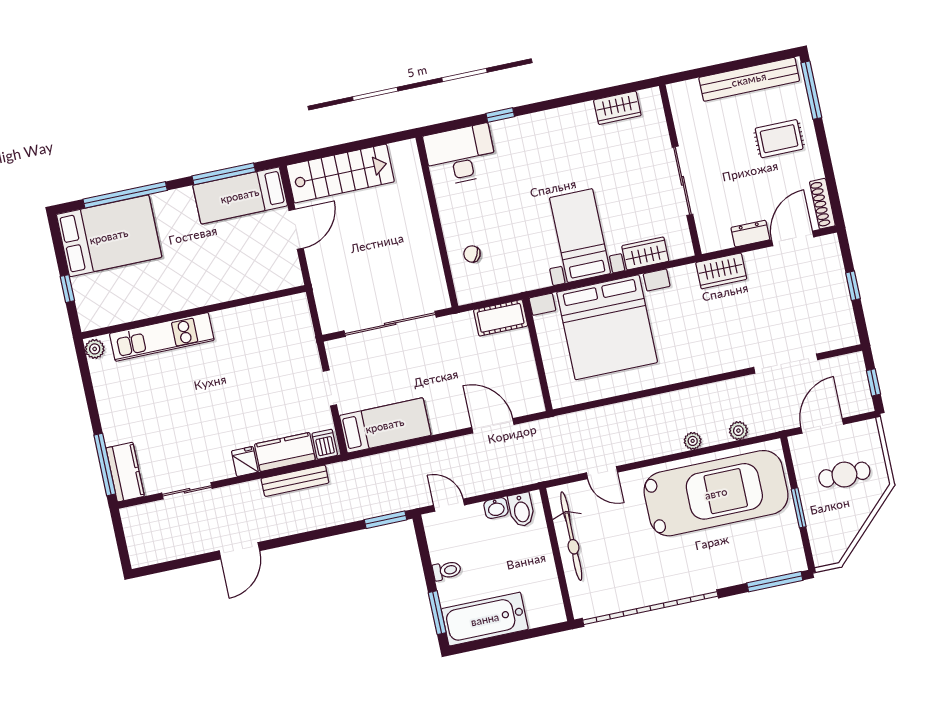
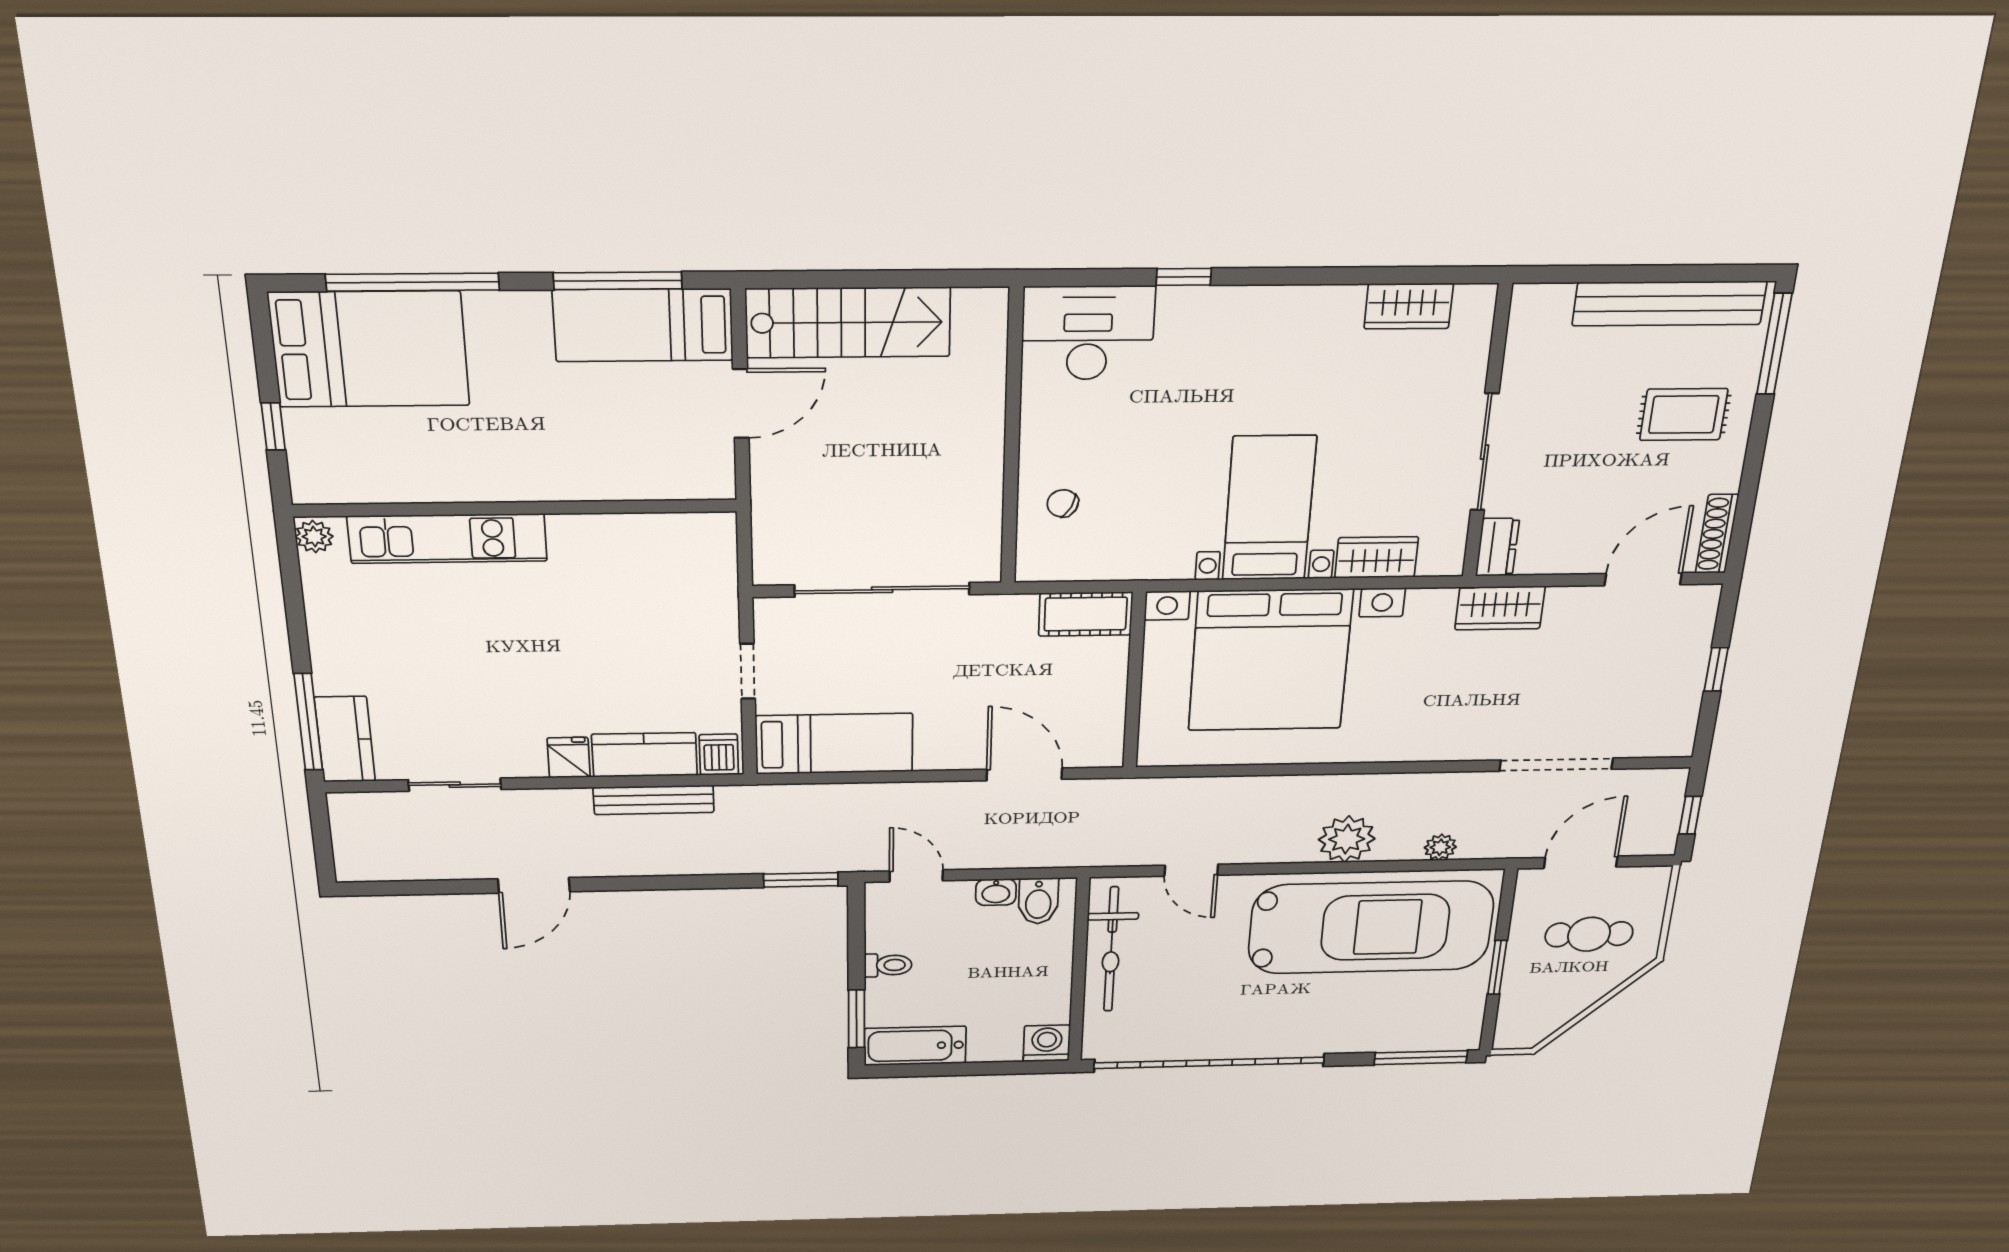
dresser: (750, 234) -> (1498, 547), moved, turned 90
plant: (693, 441) -> (1347, 839), width x1.87, depth x1.87
washing machine: (551, 611) -> (1047, 1043), added
bathtub: (485, 619) -> (915, 1046), width x0.73, depth x0.73

